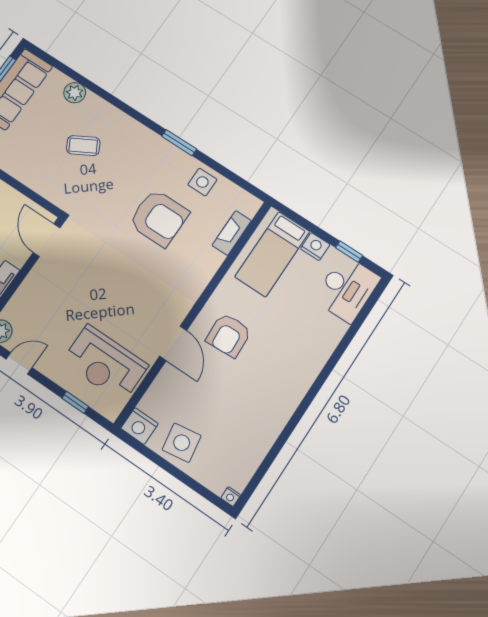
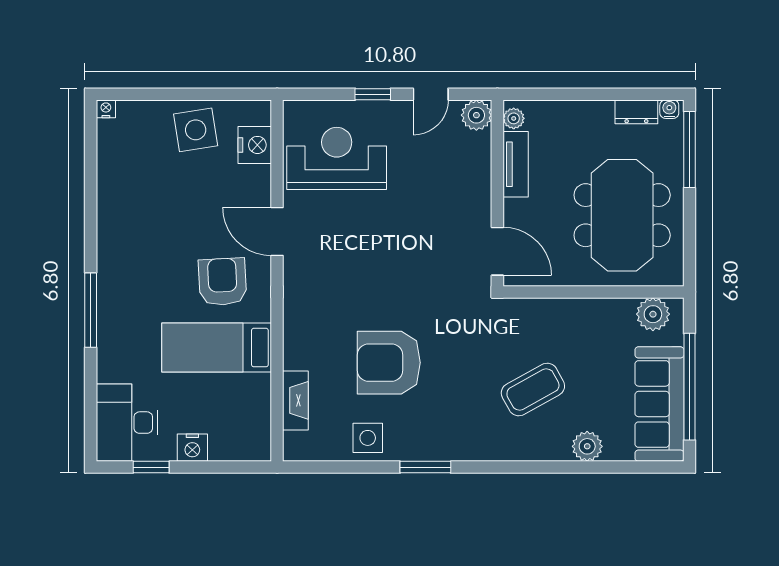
coffee table: (83, 146) -> (533, 389), width x1.36, depth x1.30
bed: (272, 254) -> (217, 348), moved, turned -90
window: (325, 374) -> (91, 310), added
window: (75, 402) -> (373, 94), moved
nightstand: (139, 426) -> (255, 145), moved, turned 90

